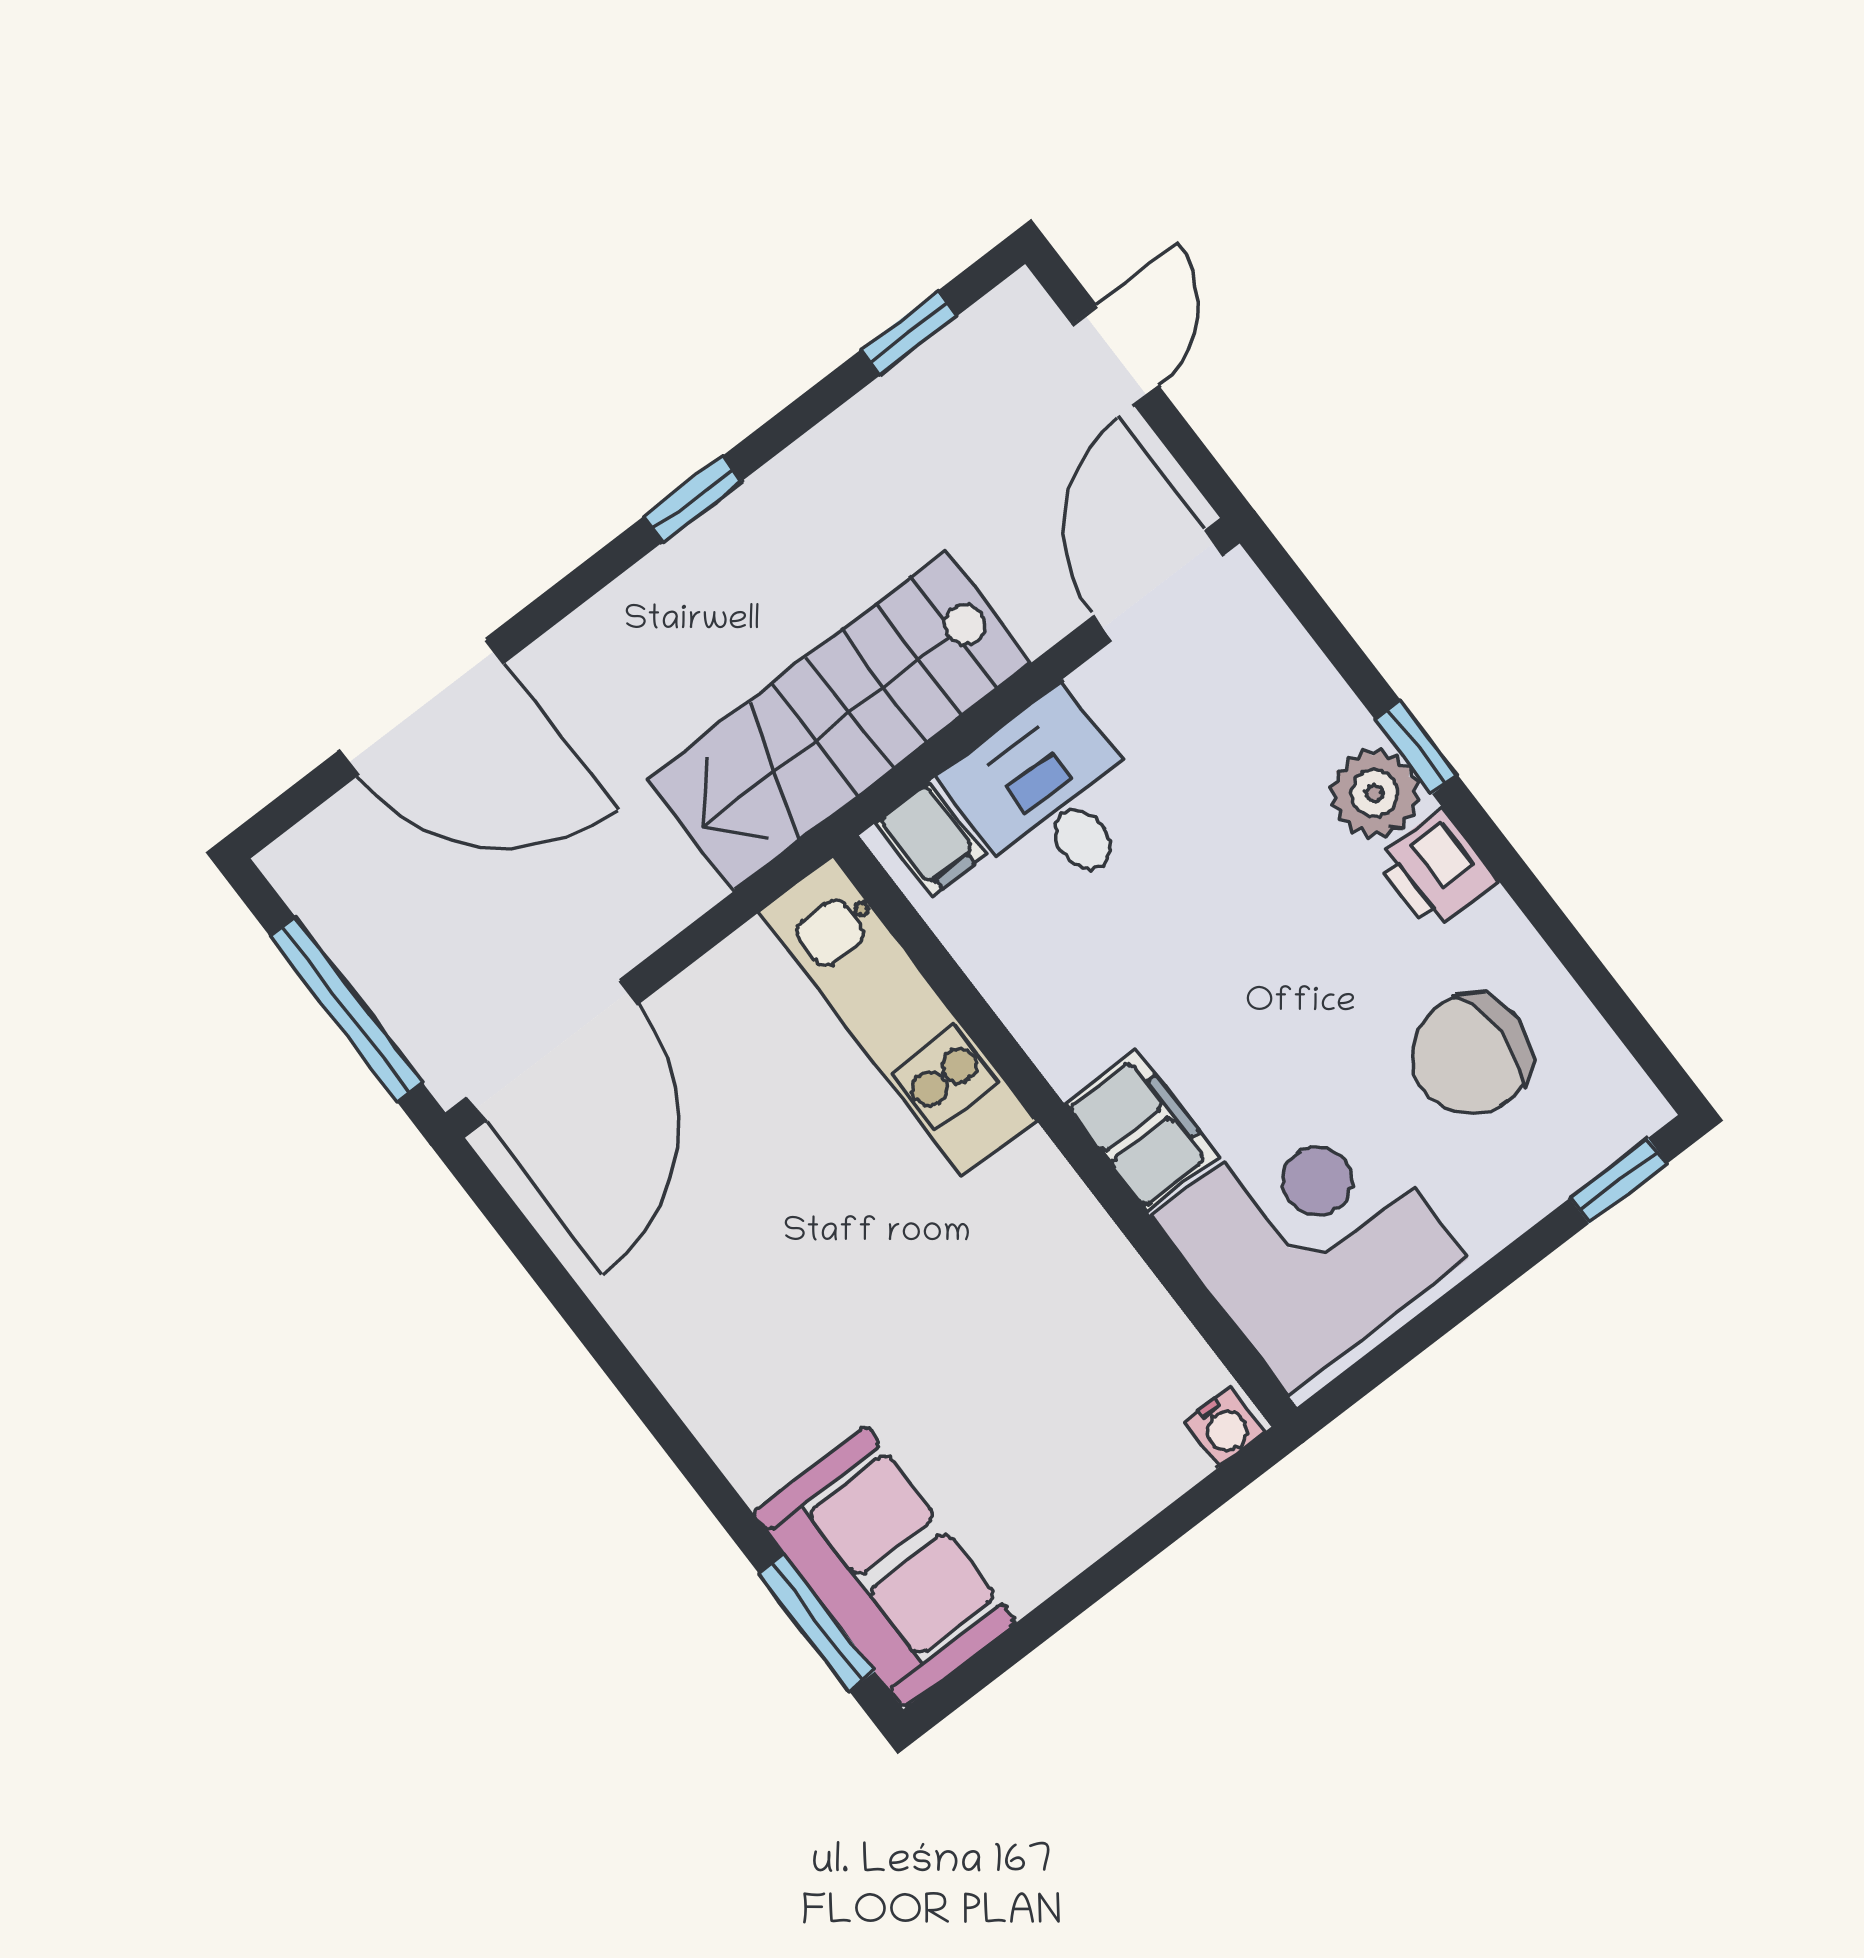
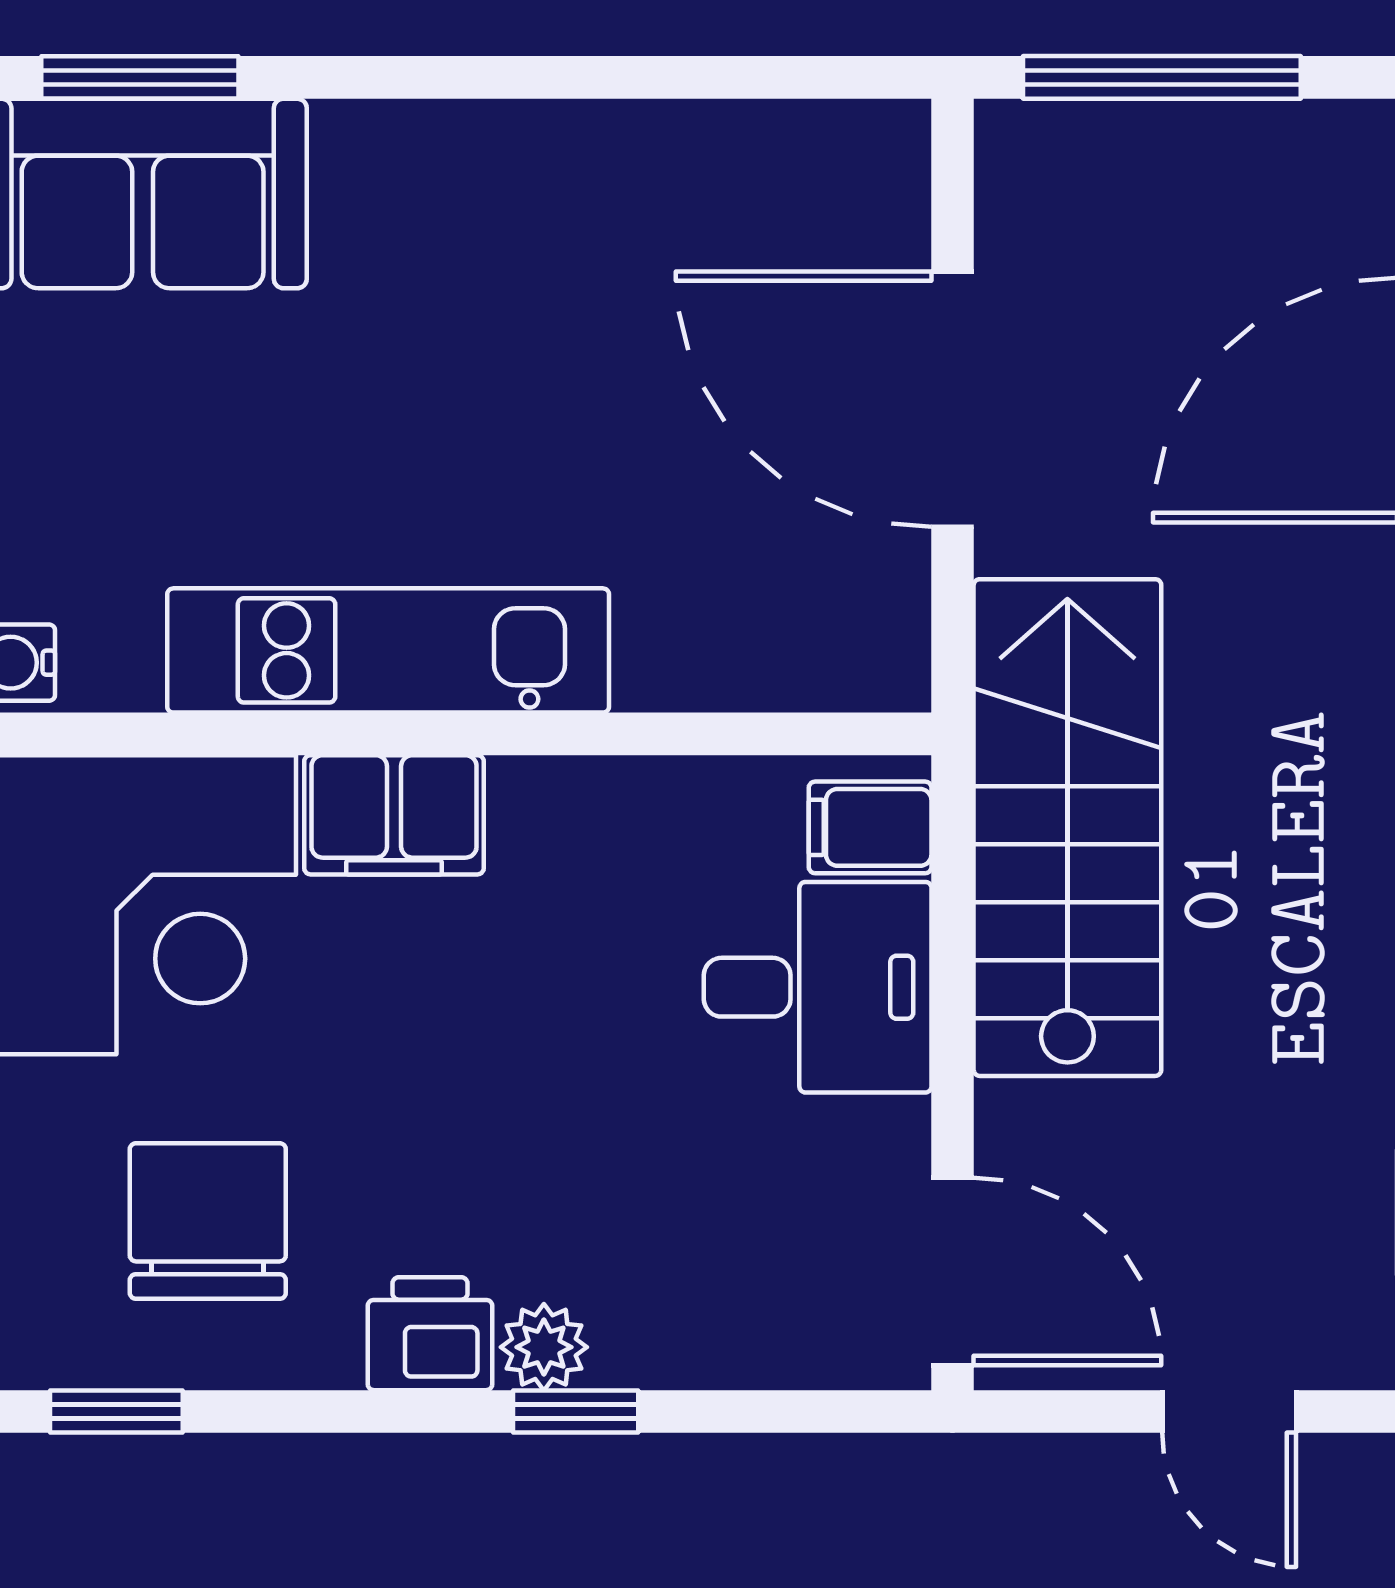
plant: (1375, 793) -> (544, 1347), width x0.73, depth x0.73
kitchen unit: (898, 1016) -> (388, 650), moved
window: (1627, 1022) -> (116, 1411), added
door: (552, 1051) -> (953, 399), moved

